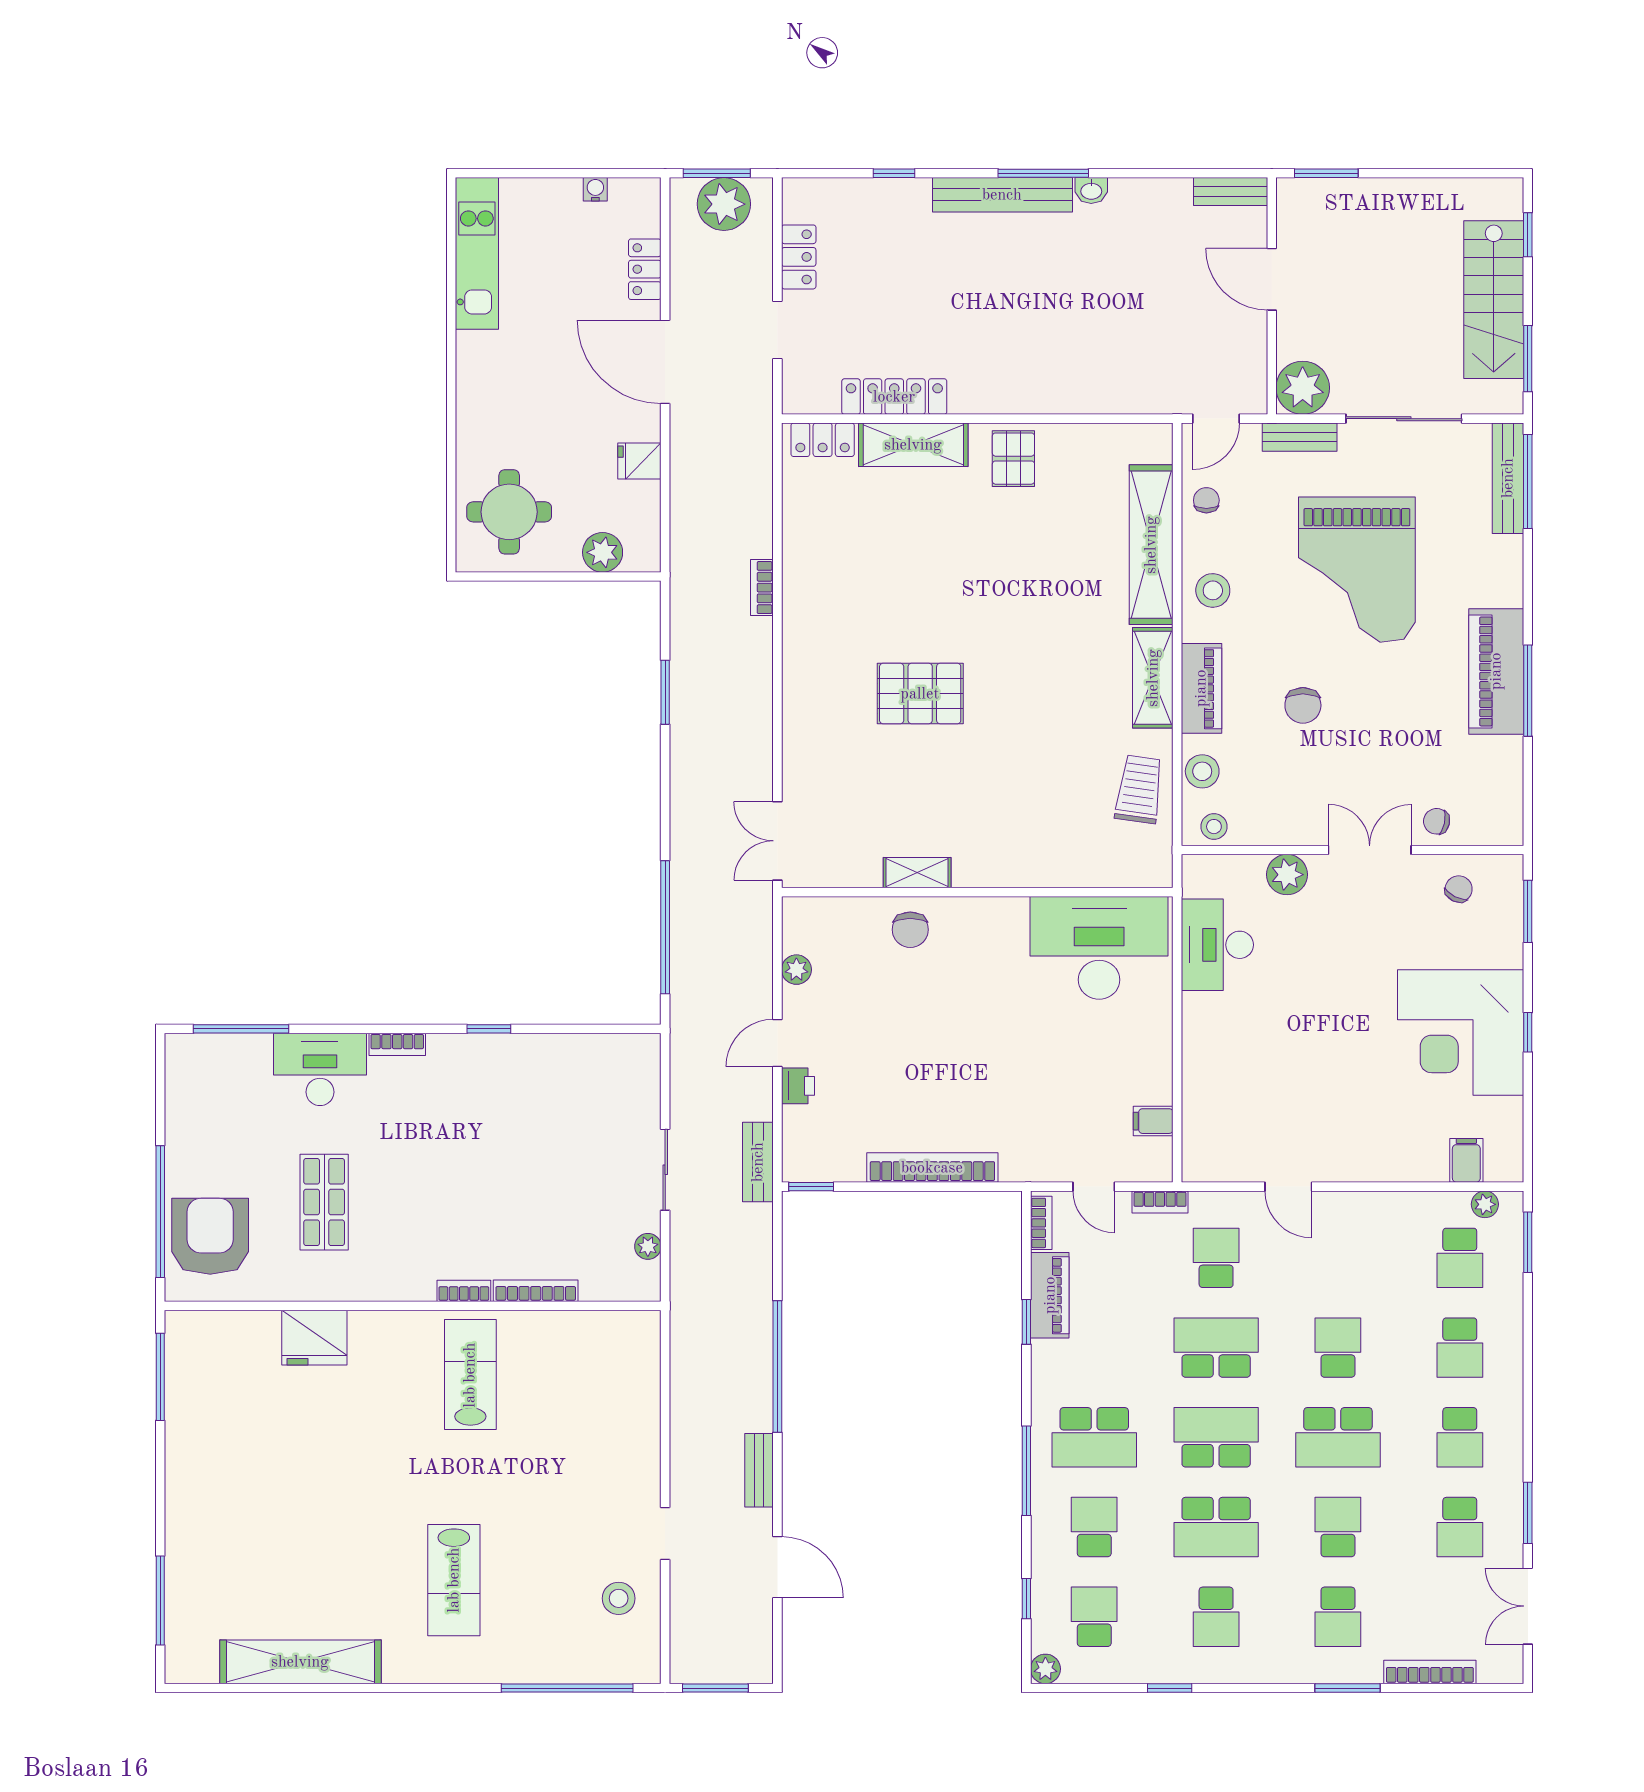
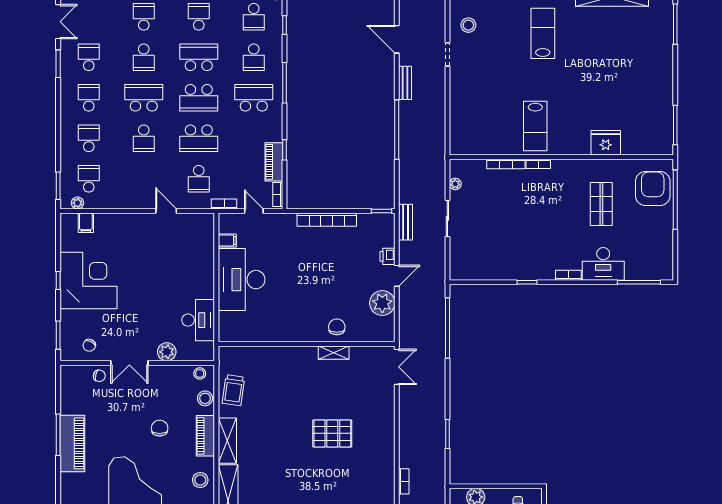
desk: (1099, 948) -> (242, 280), moved, turned 90
plant: (796, 970) -> (382, 303), width x1.88, depth x1.88
armchair: (210, 1236) -> (653, 189), turned 180

